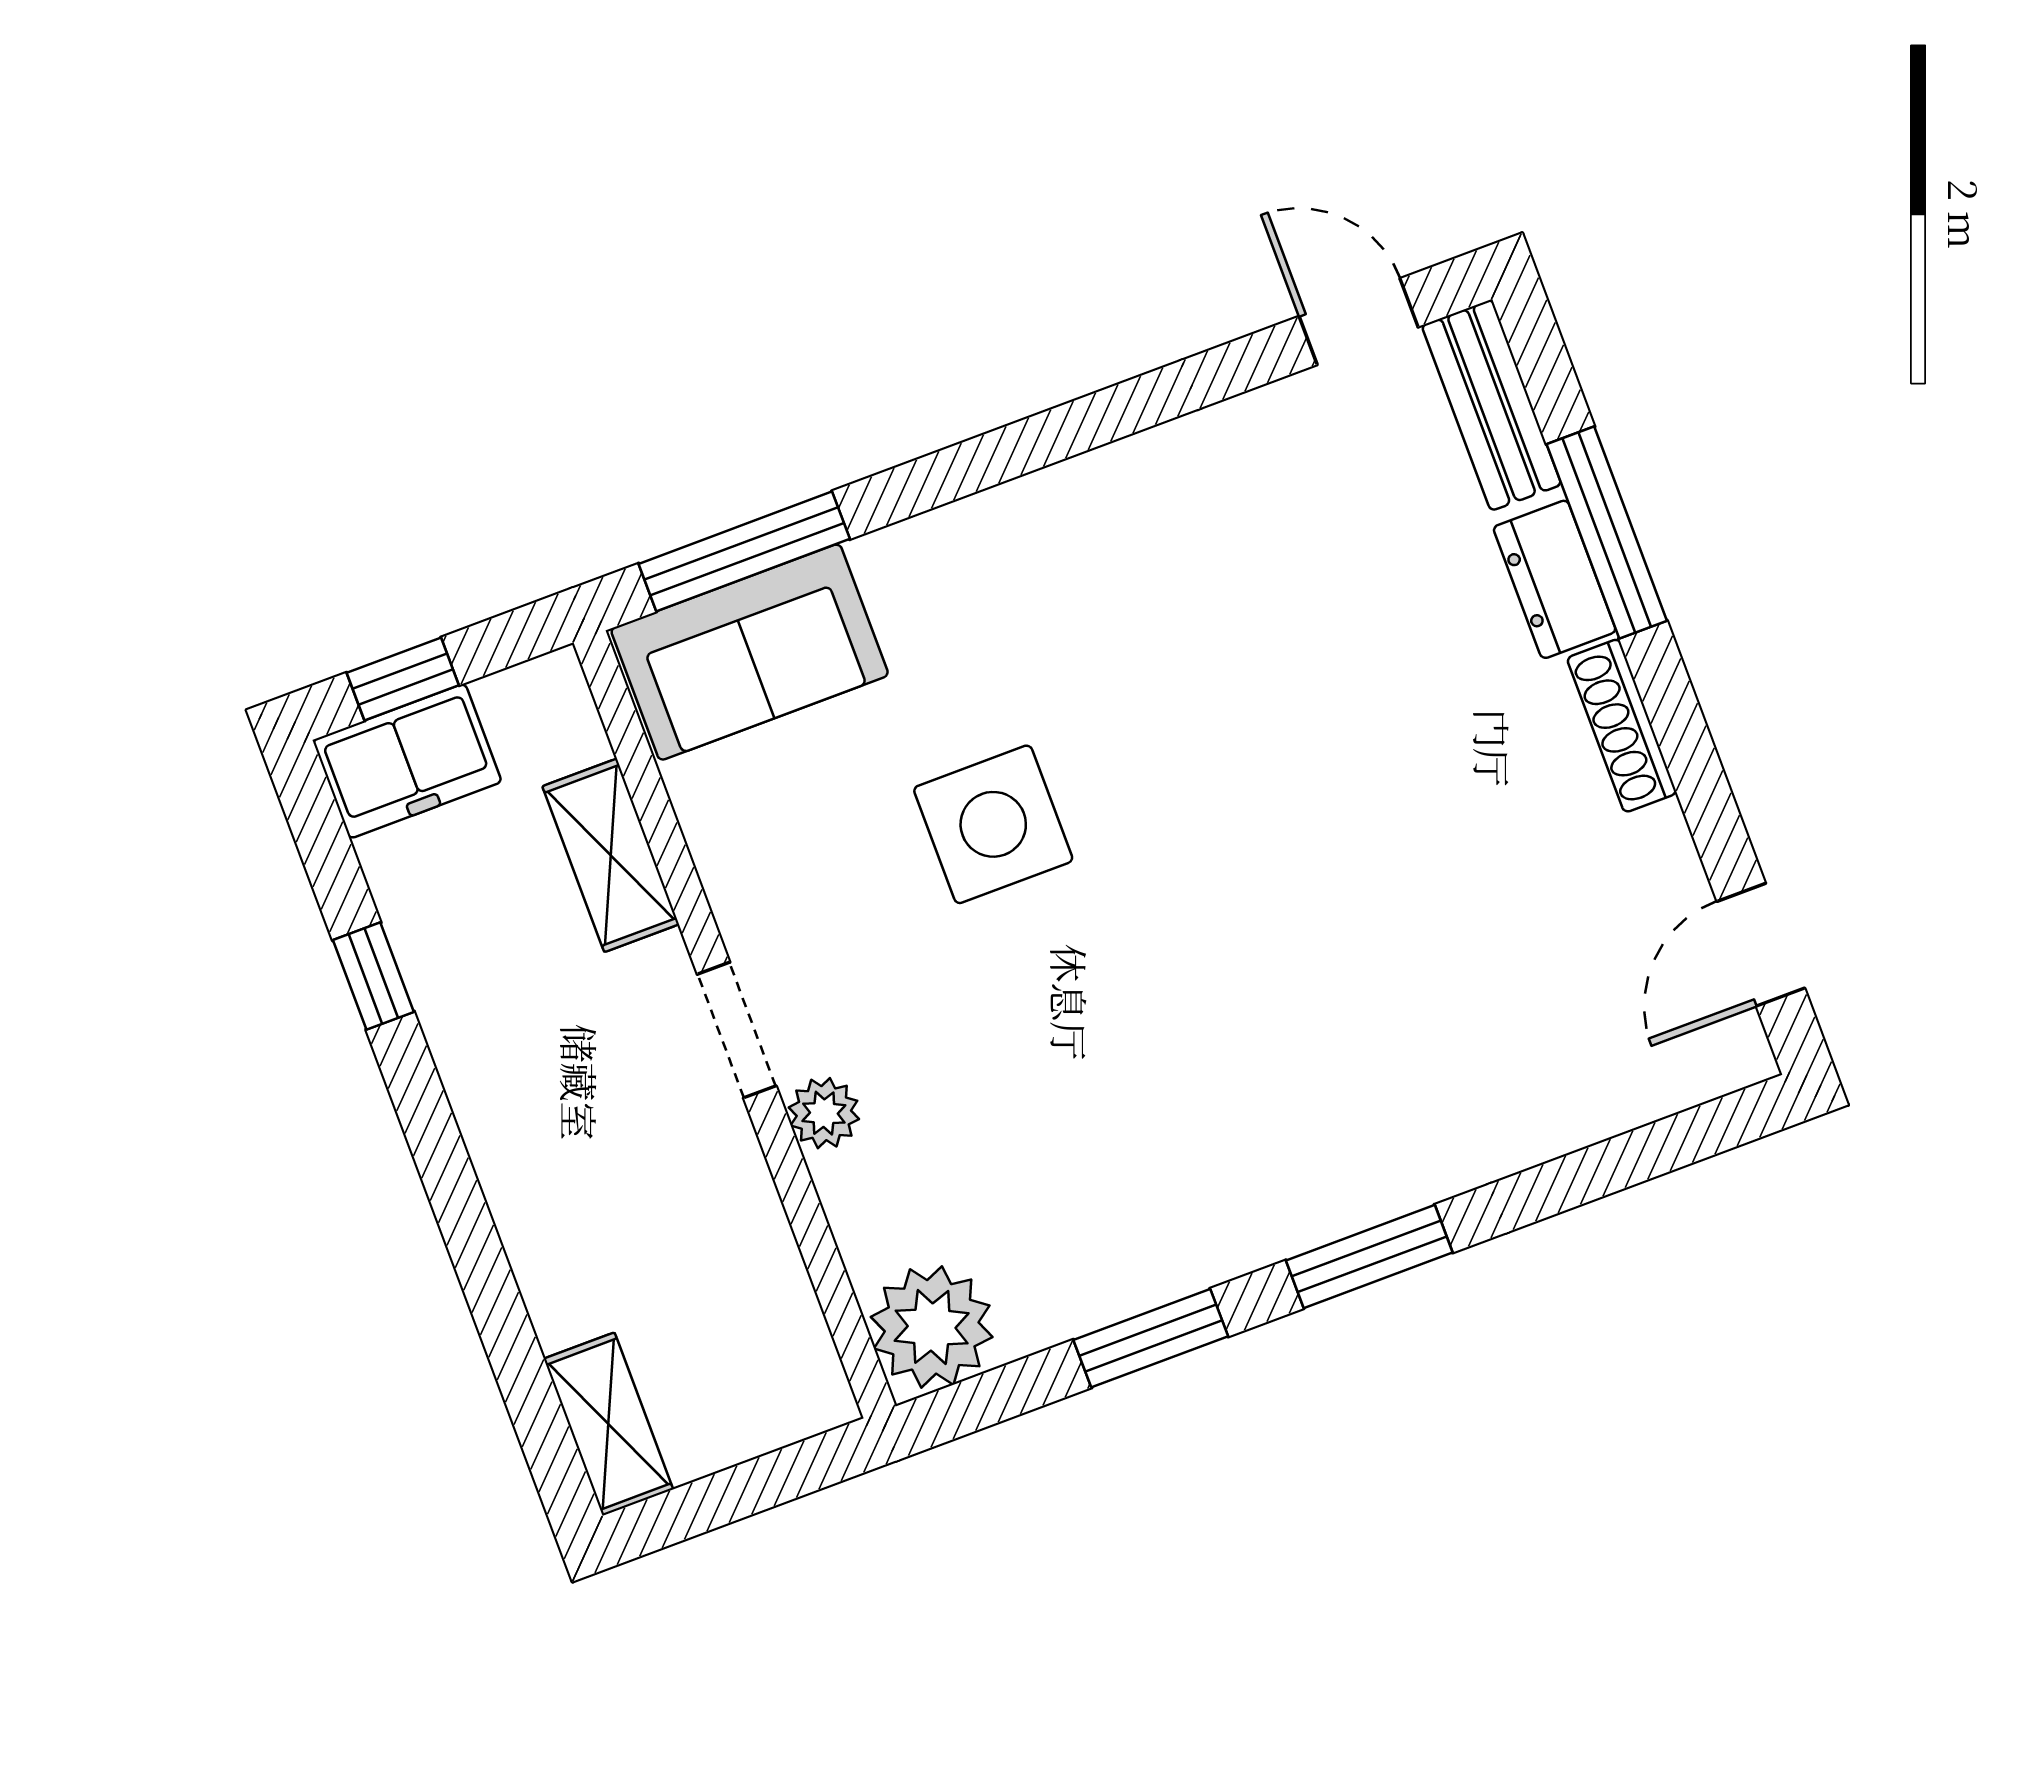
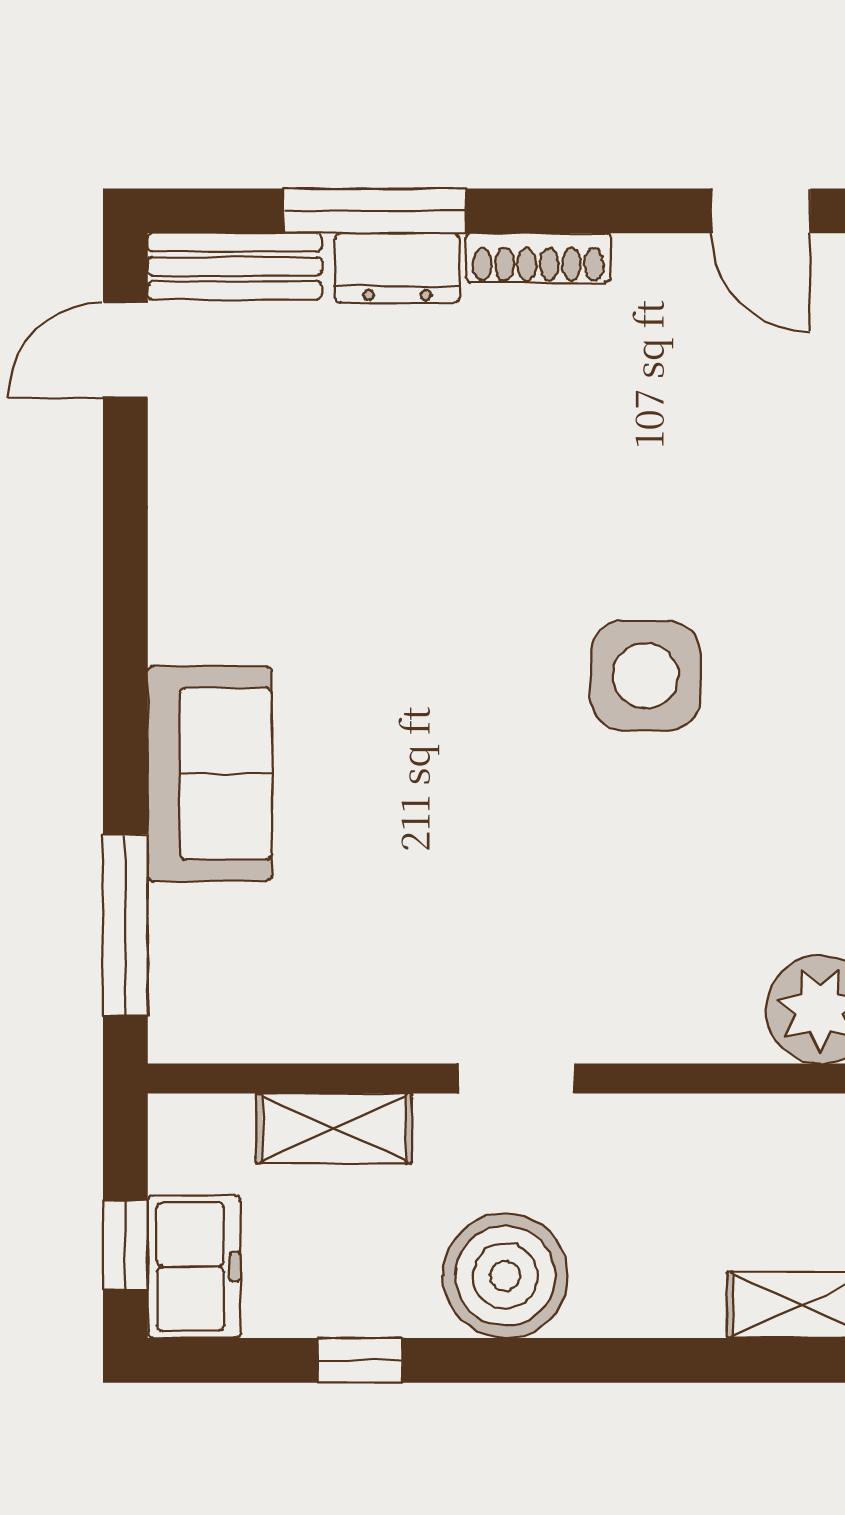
sofa: (750, 652) -> (210, 774), moved
side table: (993, 824) -> (646, 676), moved
boiler: (522, 1097) -> (505, 1276), added
plant: (824, 1113) -> (611, 1032), removed

